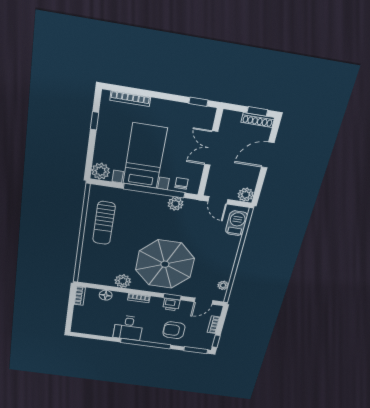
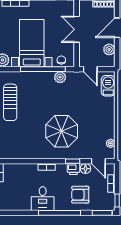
plant: (246, 195) -> (109, 49), moved
parasol: (165, 264) -> (62, 131), width x0.73, depth x0.73
plant: (123, 281) -> (32, 153), removed
floor lamp: (106, 295) -> (85, 169), moved
door: (204, 301) -> (98, 161), hinge flipped

